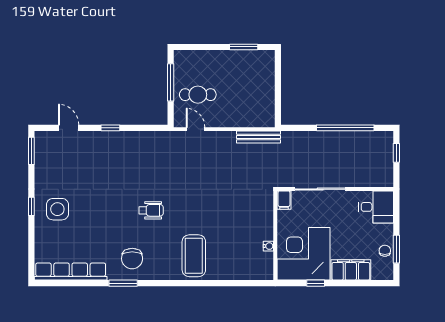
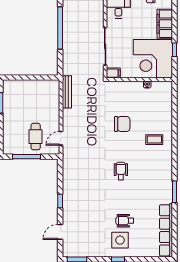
wheelchair: (84, 216) -> (125, 221), added
coffee table: (194, 256) -> (154, 140), width x0.54, depth x0.58
chair: (132, 259) -> (122, 124), moved

